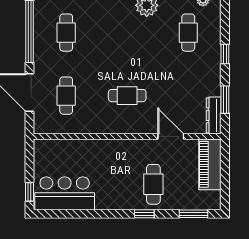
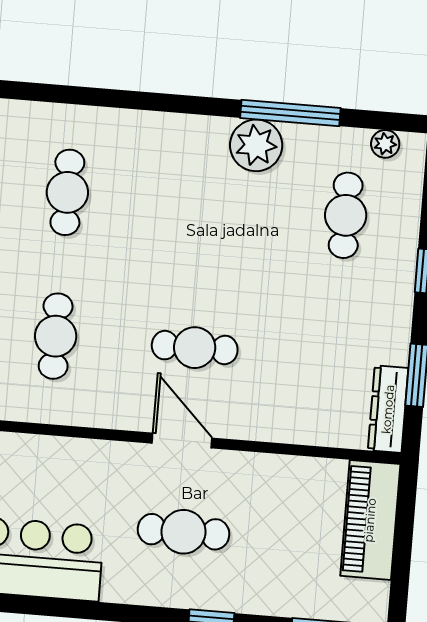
door: (171, 137) -> (182, 441), moved
cafe table: (153, 184) -> (183, 532), moved, turned 90

